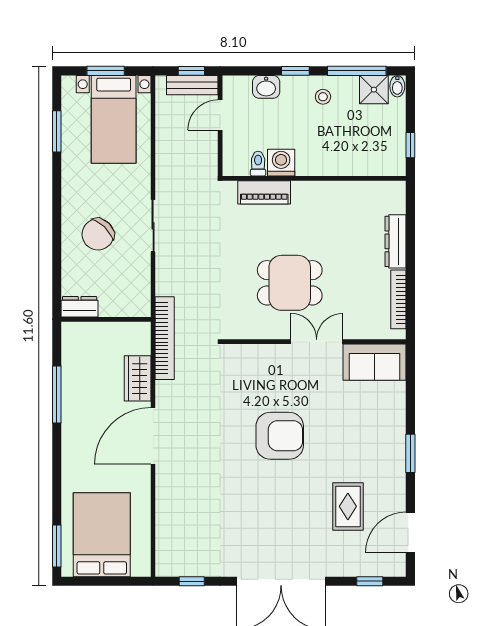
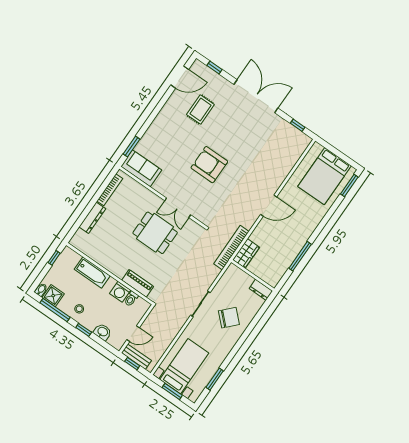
bathtub: (341, 162) -> (92, 273), added
double door: (317, 342) -> (178, 208), moved
wardrobe: (138, 378) -> (246, 253), moved
door: (153, 436) -> (269, 206), width x0.73
window: (410, 453) -> (131, 147), moved

